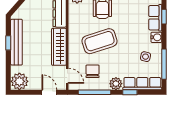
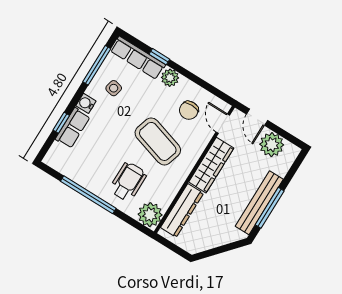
coffee table: (100, 41) -> (158, 141), turned 35
window: (8, 43) -> (270, 208), width x2.17
plant: (19, 81) -> (272, 145), moved
window: (95, 92) -> (202, 83), removed

